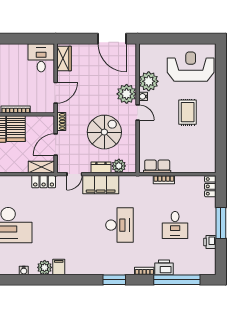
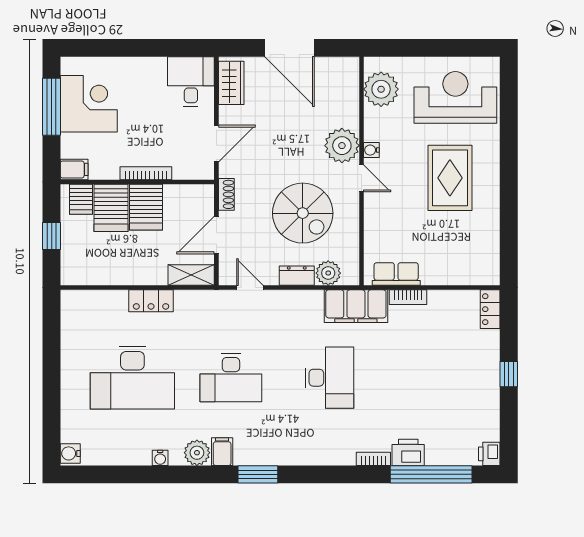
door: (112, 39) -> (289, 48), moved
plant: (149, 81) -> (381, 89), moved
rug: (188, 112) -> (450, 178), width x1.36, depth x1.43
spiral stairs: (104, 132) -> (303, 213), turned 90
door: (74, 174) -> (250, 288), swing flipped
locker: (44, 182) -> (151, 301), moved
filing cabinet: (101, 185) -> (356, 306), moved
window: (221, 223) -> (509, 374), width x0.46
desk: (175, 225) -> (231, 378), moved, width x1.37
printer: (210, 242) -> (489, 454), moved
window: (114, 280) -> (258, 474), moved

